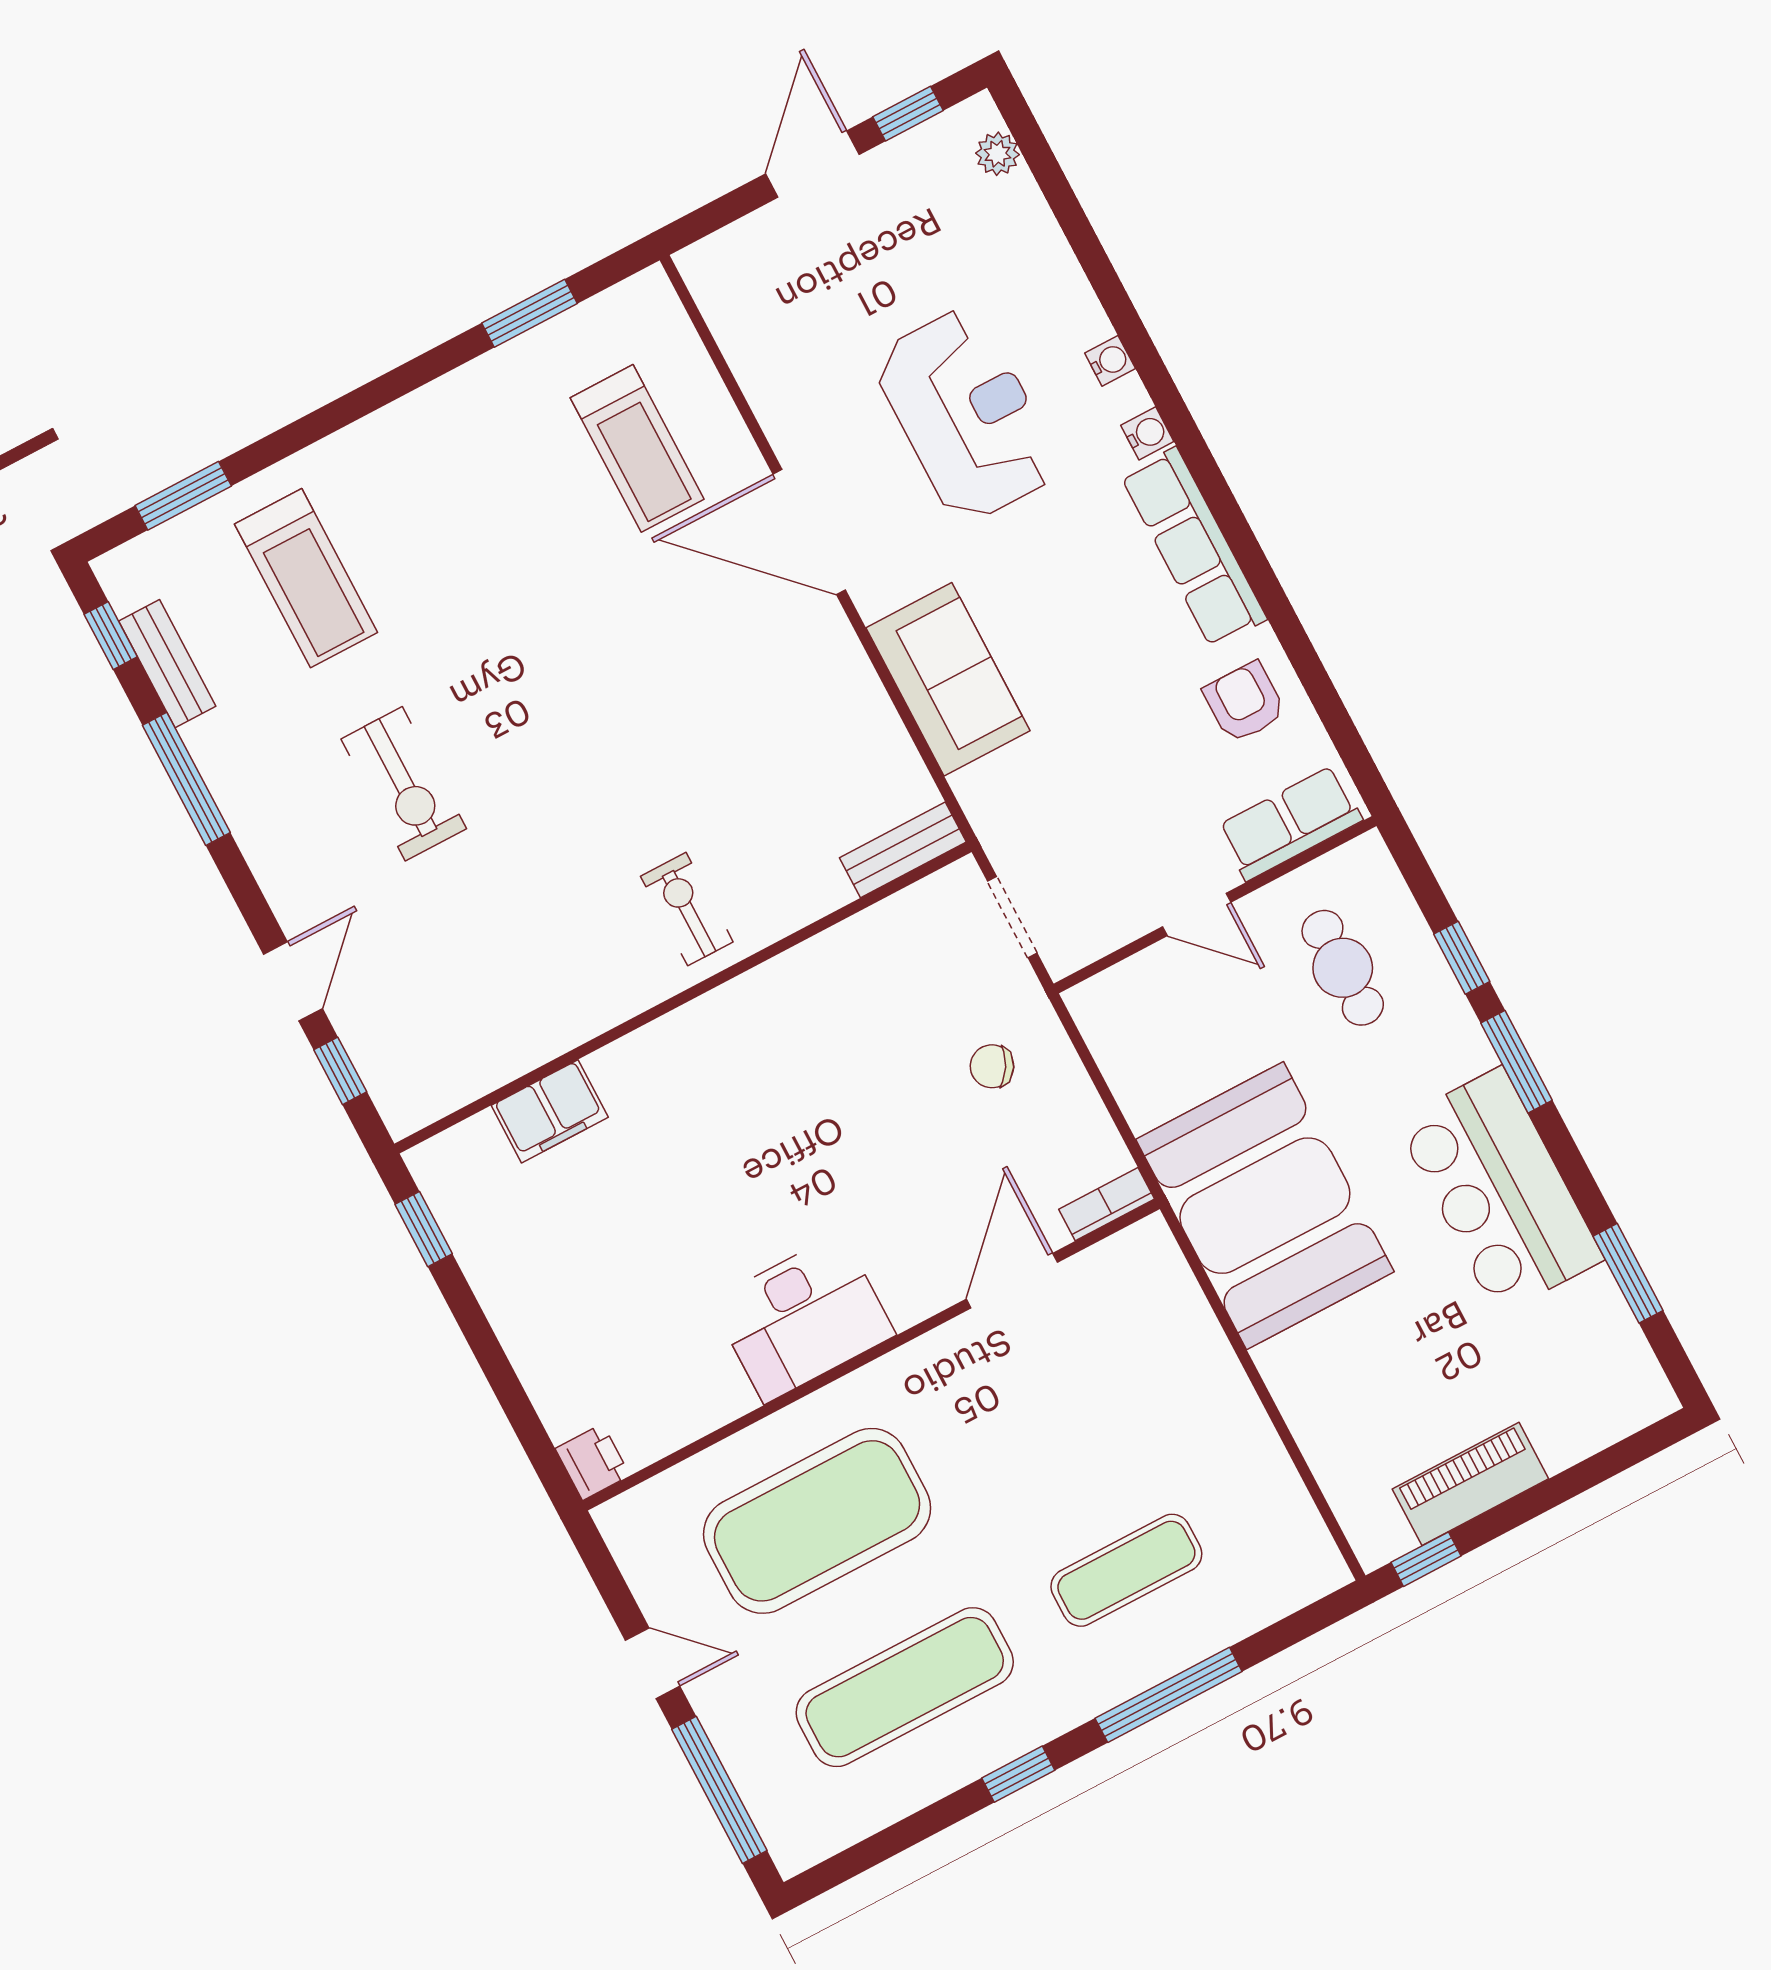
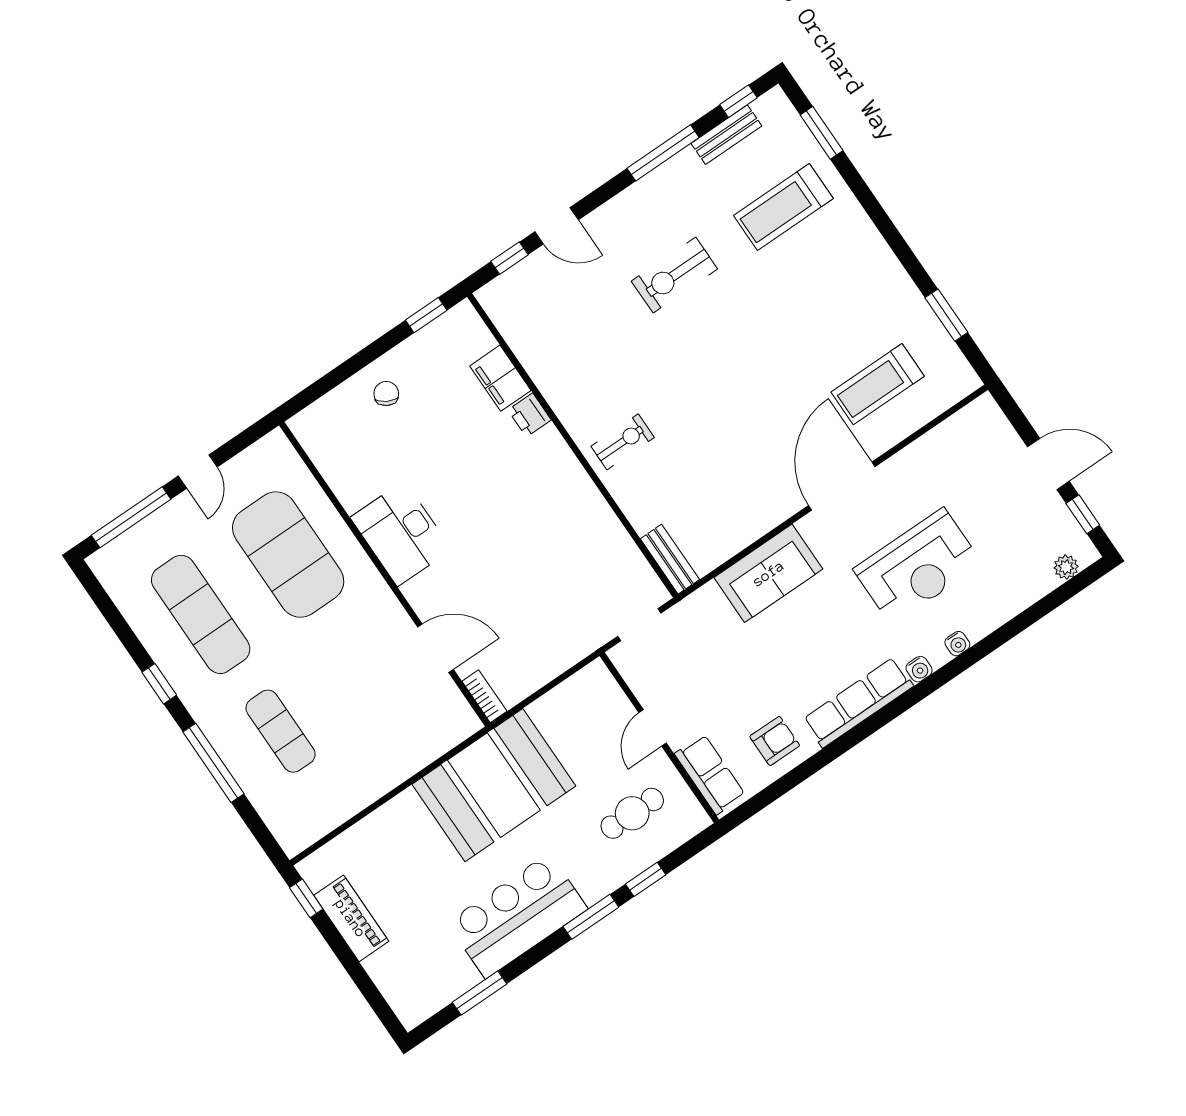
chair: (992, 1066) -> (386, 394), moved
printer: (593, 1462) -> (530, 415), moved, turned 90

